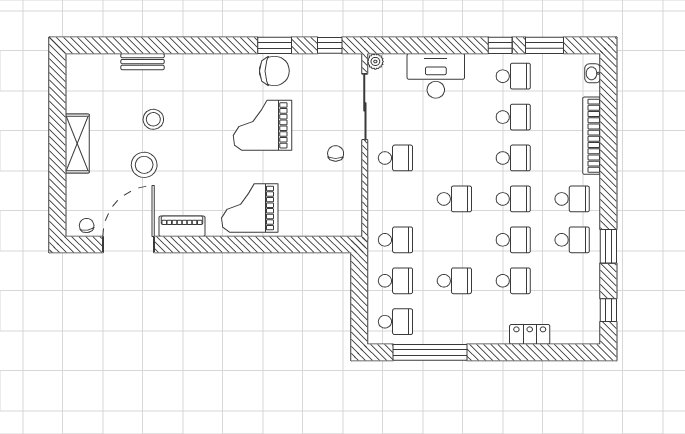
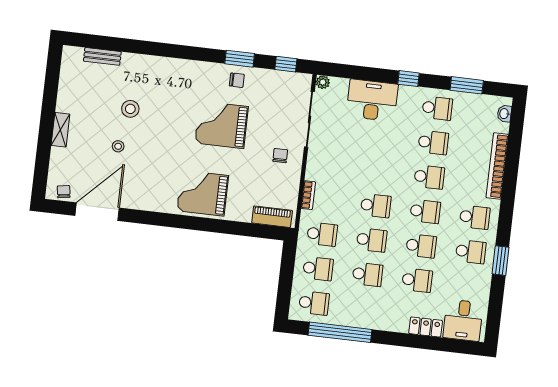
window: (500, 45) -> (409, 79), moved
bench: (143, 62) -> (102, 56), moved
chair: (274, 71) -> (237, 80), width x0.54, depth x0.54
shelving: (77, 144) -> (60, 130), width x0.67, depth x0.75
school desk: (395, 158) -> (372, 240), moved
stool: (144, 165) -> (118, 146), width x0.53, depth x0.53
bookcase: (374, 196) -> (308, 195), added
piano: (182, 226) -> (272, 217), moved
window: (608, 310) -> (494, 314), removed
desk: (573, 321) -> (463, 320), added

